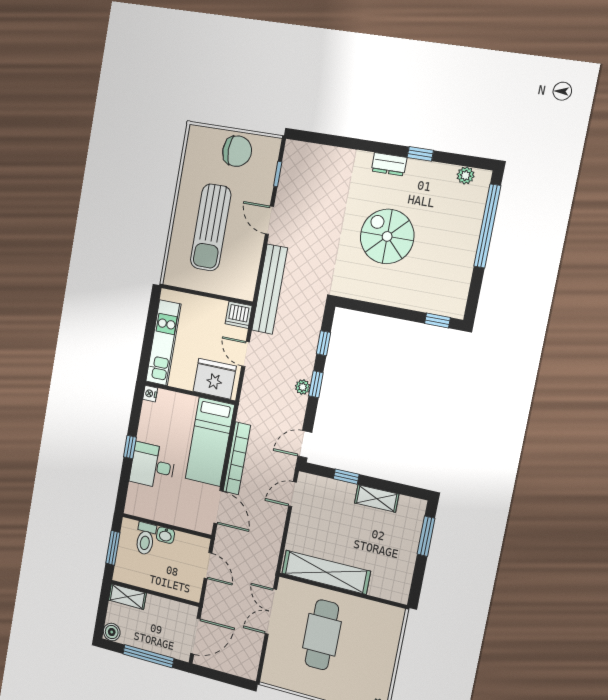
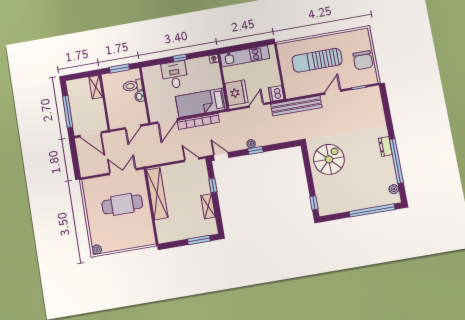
window: (420, 154) -> (396, 161), width x3.17
spiral stairs: (387, 236) -> (329, 159), moved
window: (324, 343) -> (279, 146), removed
boiler: (112, 632) -> (72, 85), removed

